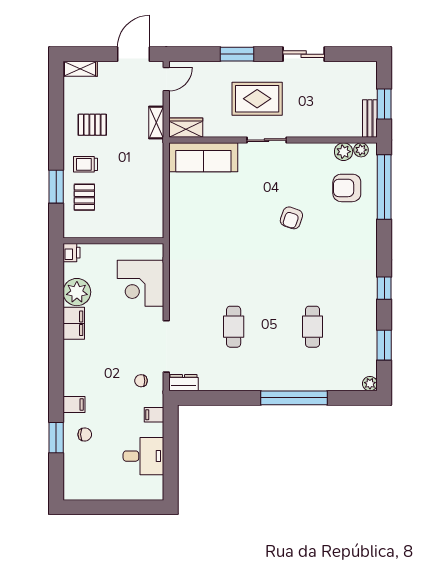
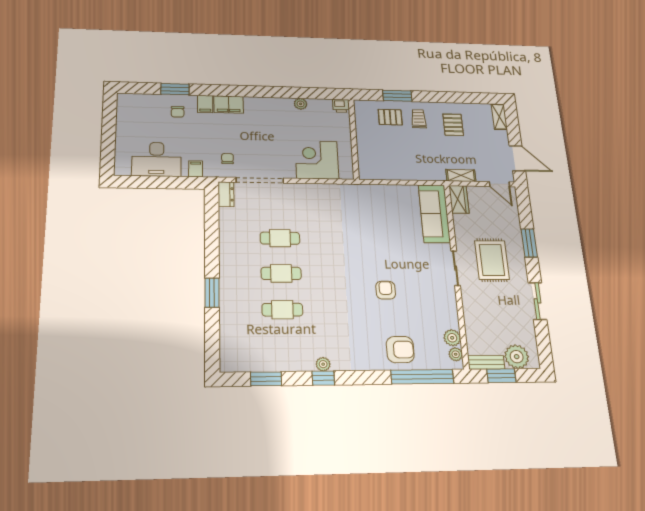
plant: (364, 85) -> (517, 357), added
armchair: (347, 188) -> (400, 350), moved, turned 90
armchair: (291, 218) -> (386, 290), turned 71
plant: (77, 292) -> (301, 104), width x0.53, depth x0.53
filing cabinet: (74, 323) -> (229, 104), moved
cafe table: (273, 327) -> (281, 273), added
plant: (370, 384) -> (323, 364), moved
window: (294, 398) -> (212, 293), width x0.47
desk: (143, 456) -> (157, 159), width x1.37

